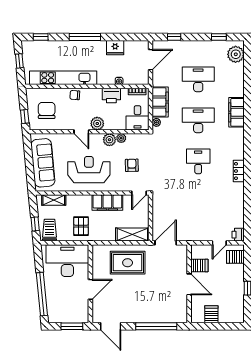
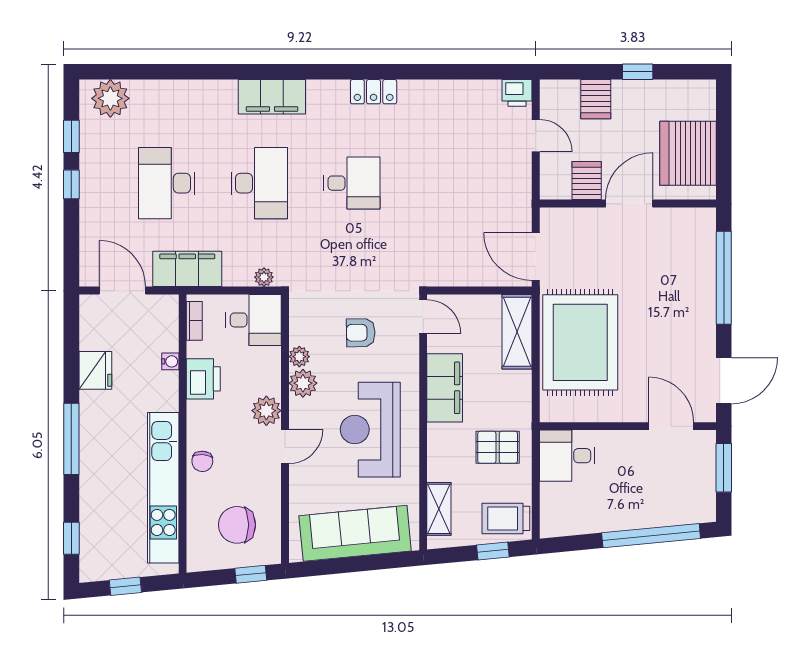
window: (174, 37) -> (71, 184), moved
filing cabinet: (160, 102) -> (187, 269), moved
filing cabinet: (236, 112) -> (272, 97), moved
desk: (198, 120) -> (259, 183), turned 180
desk: (198, 161) -> (352, 183), turned 180
server rack: (235, 257) -> (596, 99), moved
desk: (67, 261) -> (567, 456), width x0.53, depth x0.77
rug: (128, 263) -> (580, 342), width x1.37, depth x1.44
door: (90, 289) -> (671, 426), moved
server rack: (211, 314) -> (688, 153), width x2.18, depth x1.44

